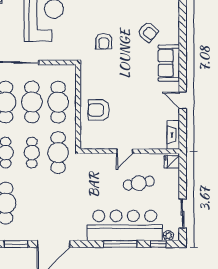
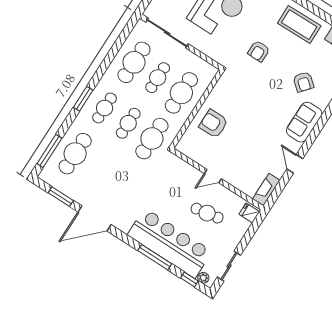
armchair: (104, 41) -> (259, 51), moved
cafe table: (32, 102) -> (158, 78), width x0.73, depth x0.74

